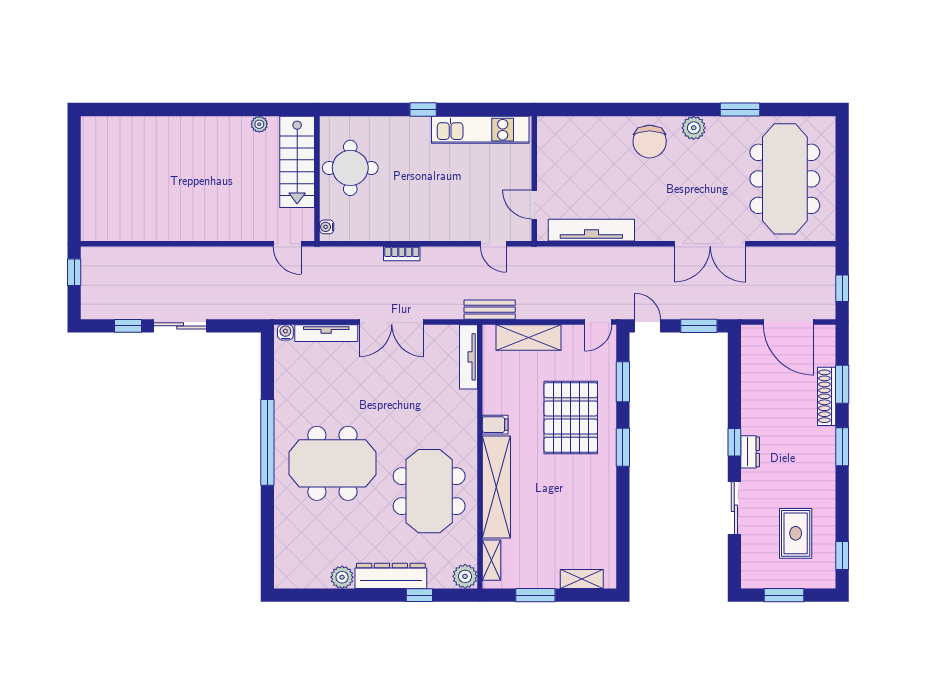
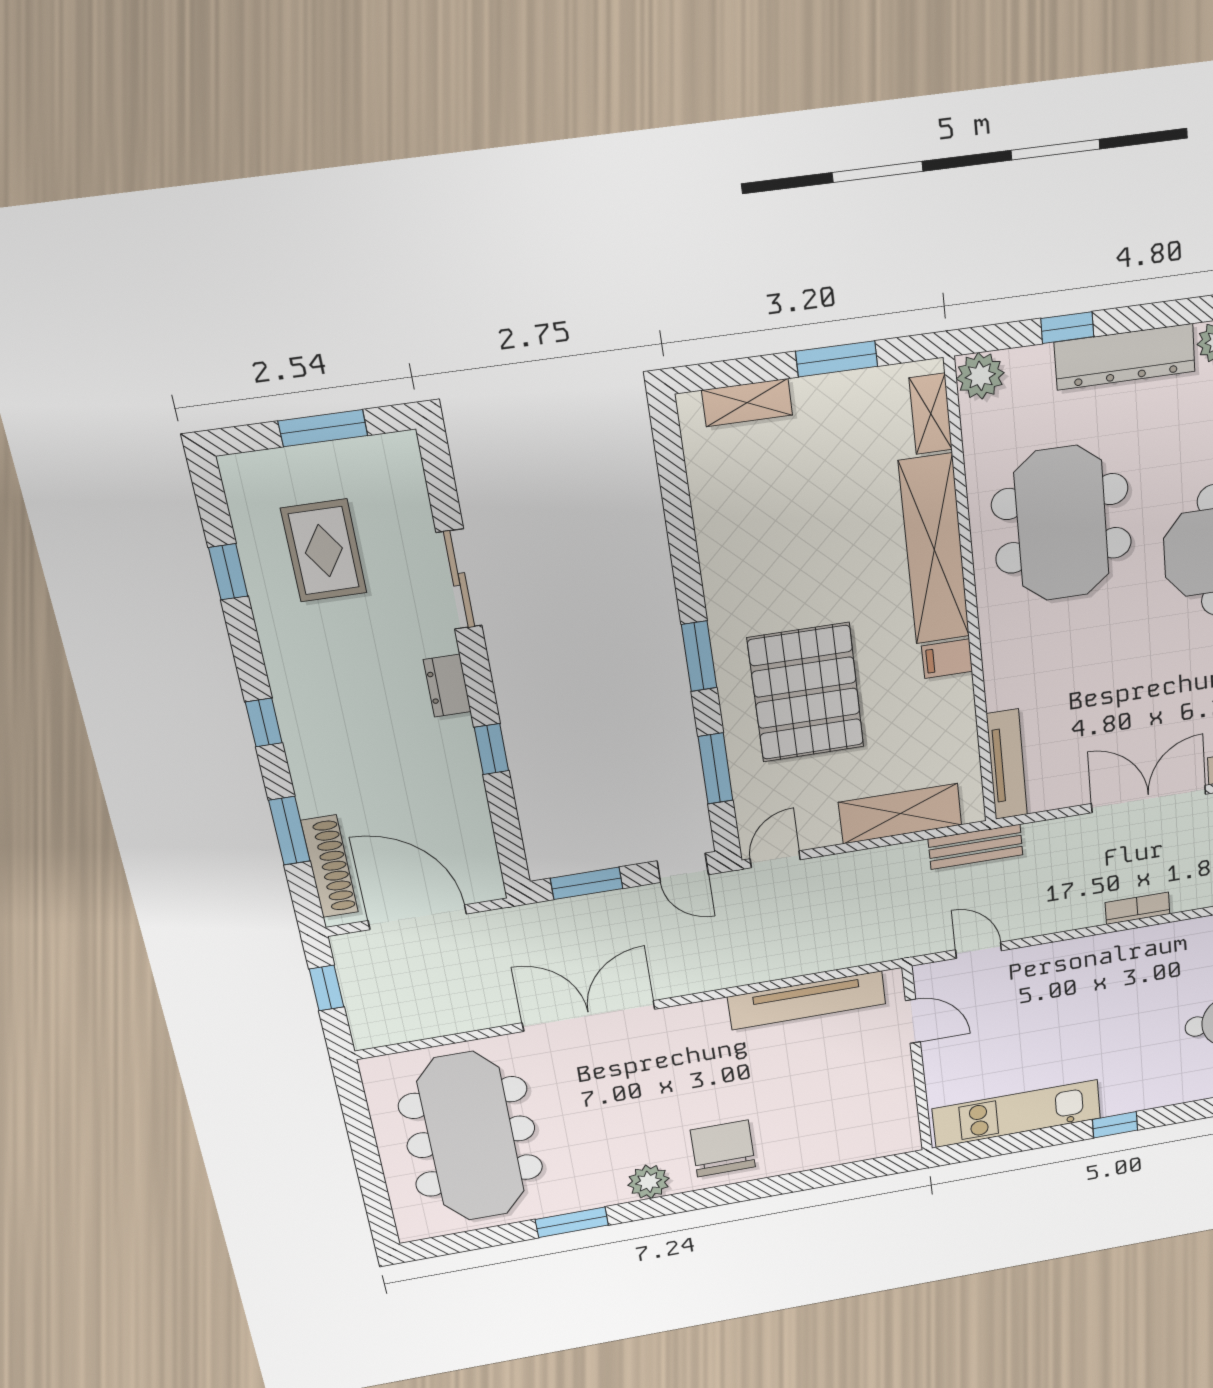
shoe rack: (827, 396) -> (330, 866), moved
window: (734, 442) -> (491, 749), moved
window: (842, 447) -> (264, 722), width x0.67
window: (842, 555) -> (228, 572), moved

